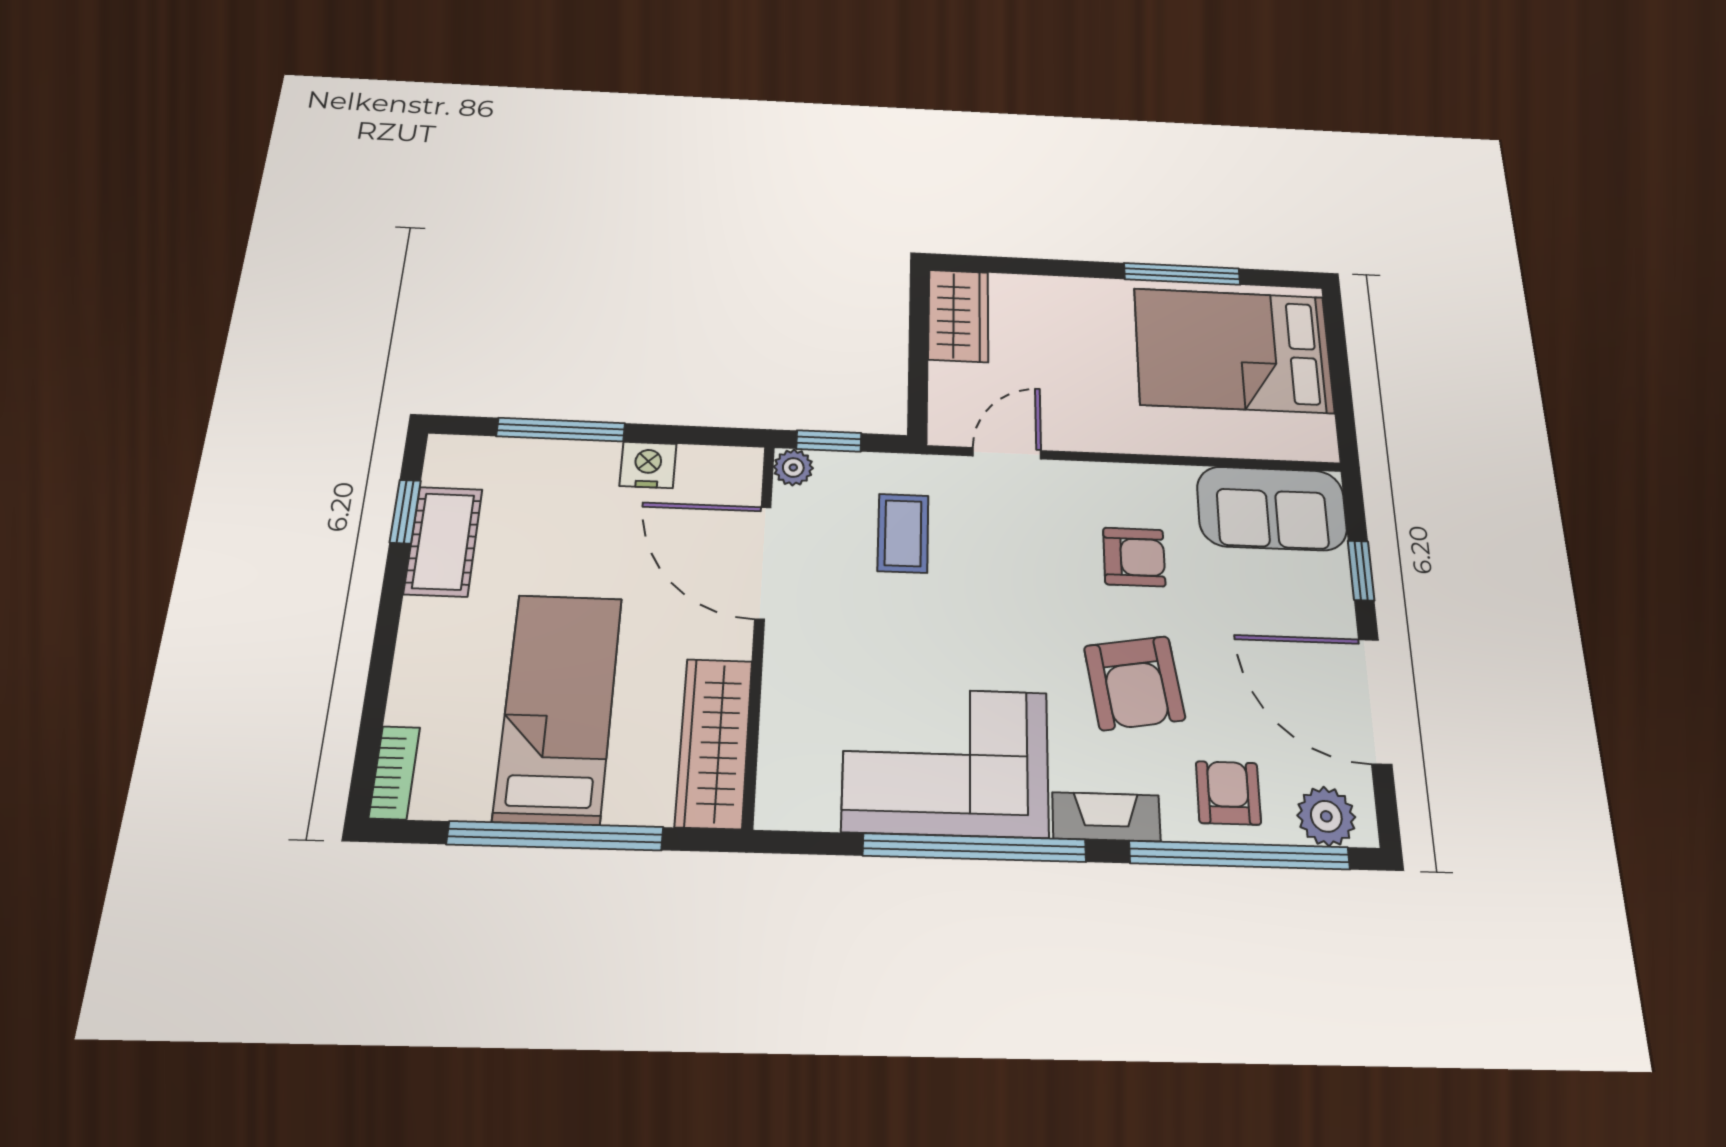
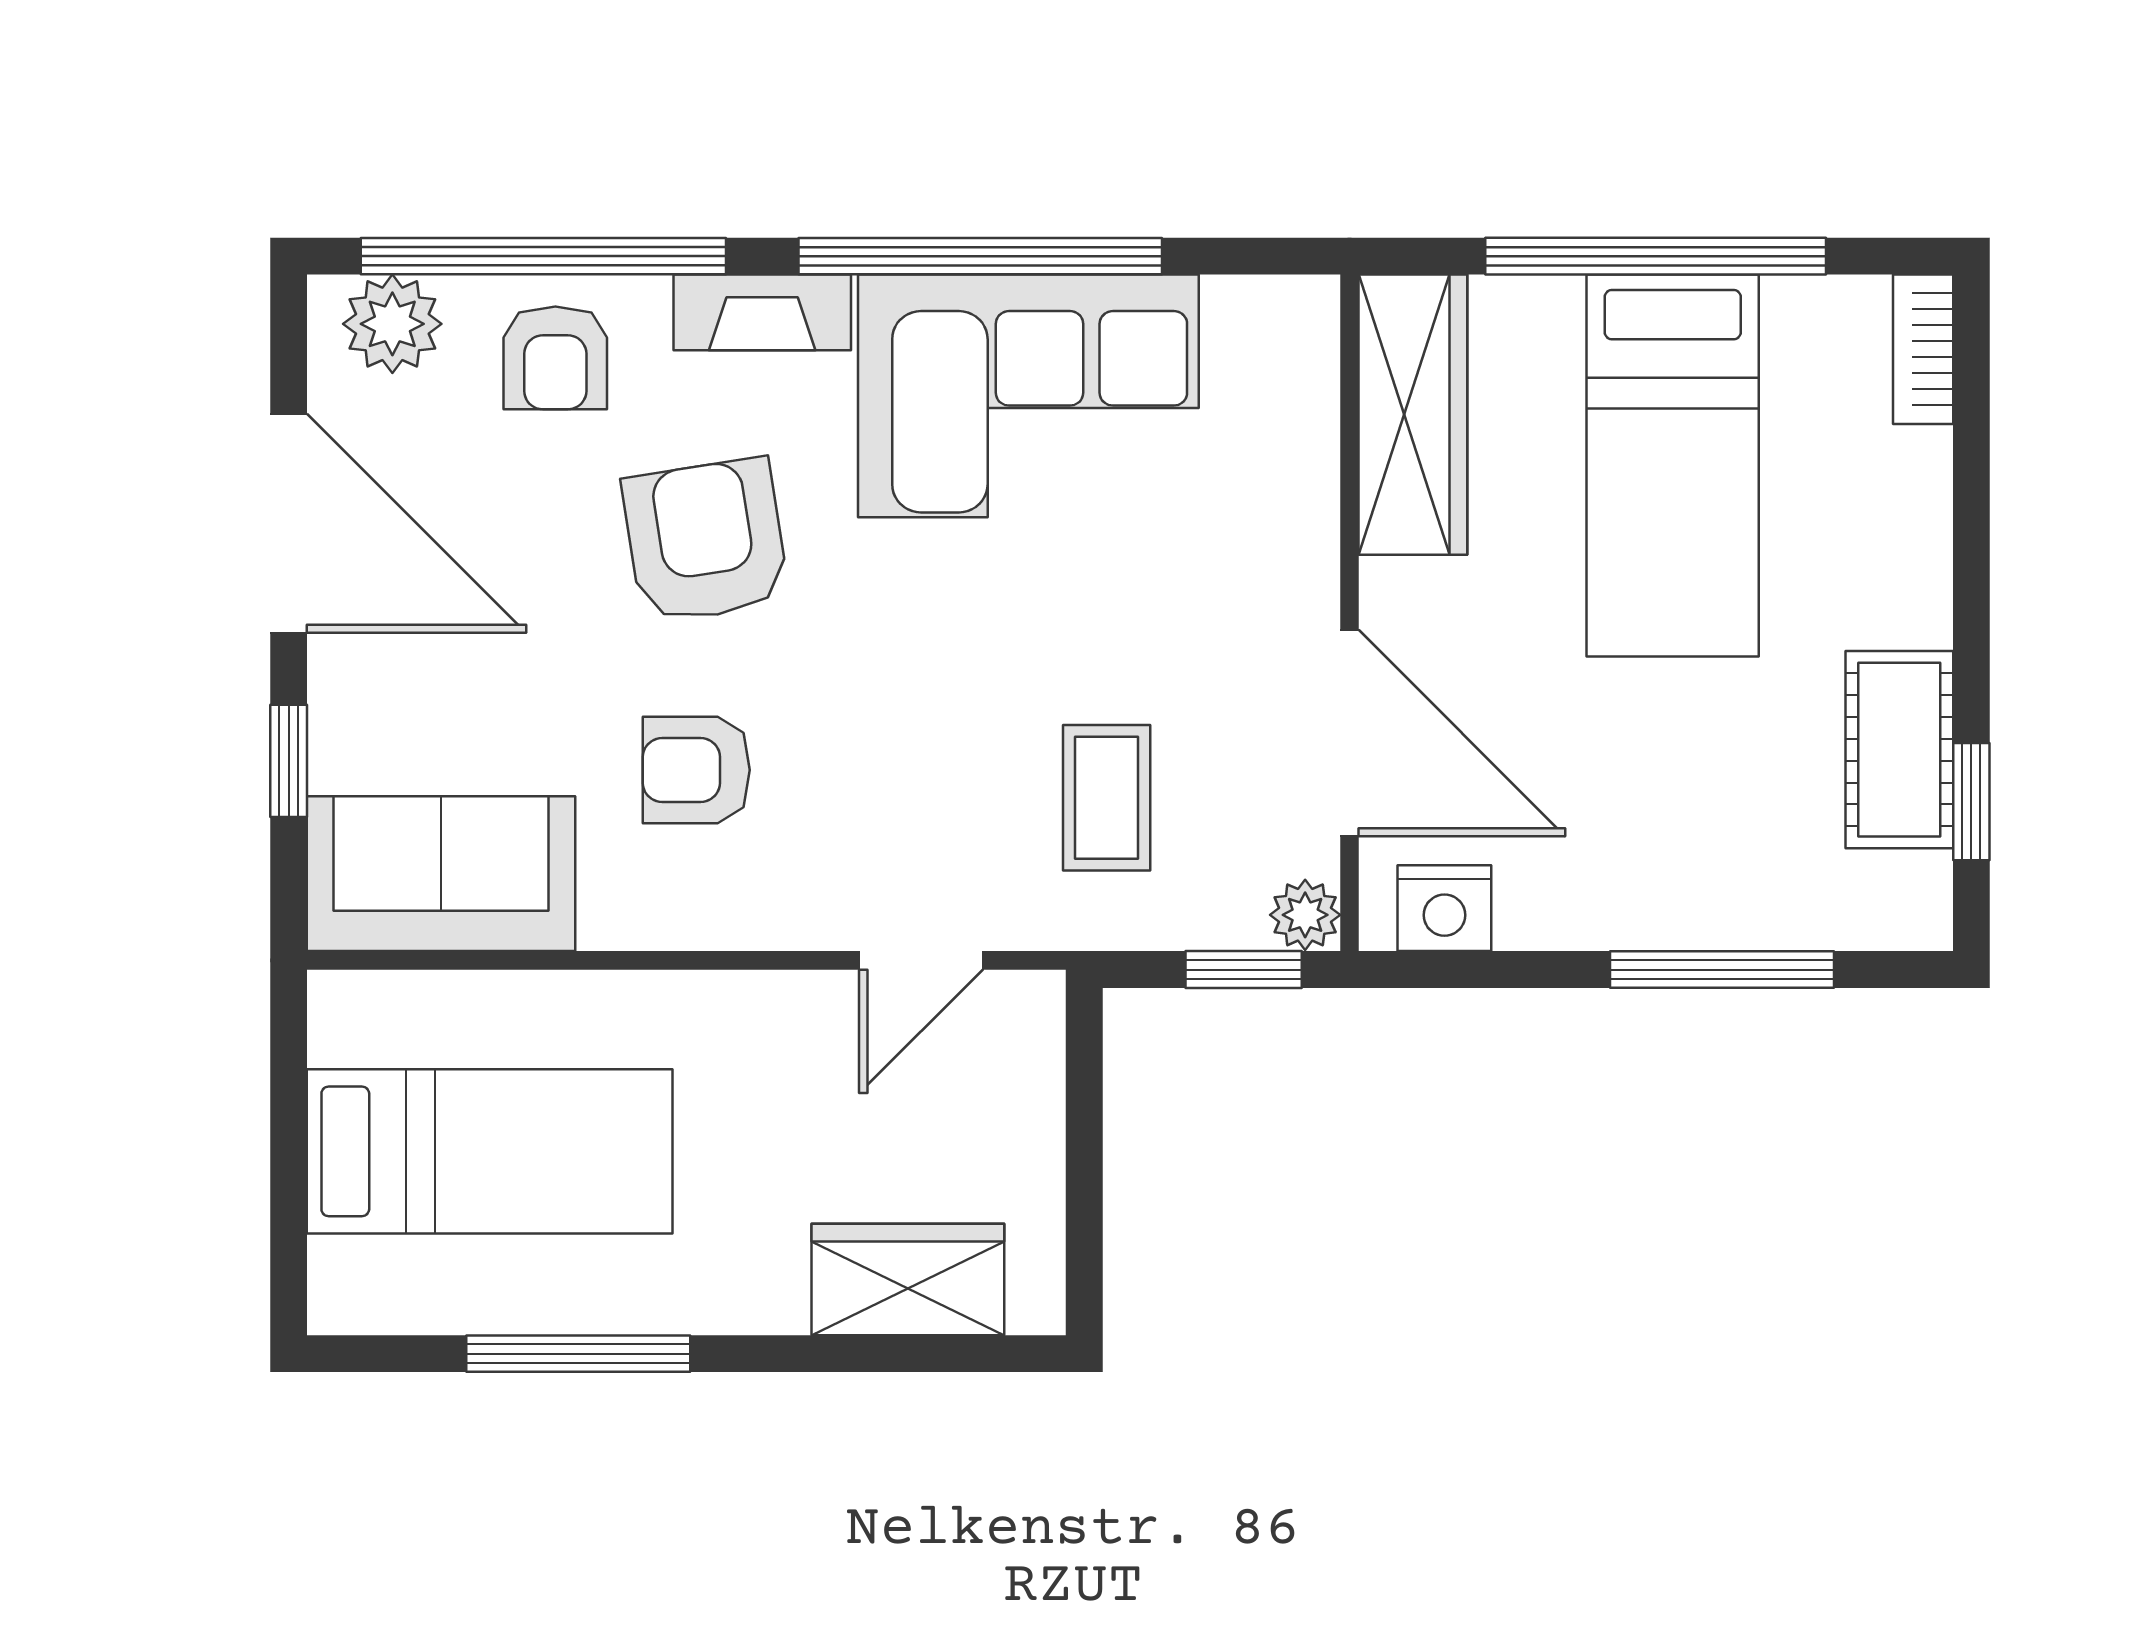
wardrobe: (958, 316) -> (908, 1279), moved, turned 90
bed: (1233, 350) -> (490, 1151), width x0.67
nightstand: (648, 465) -> (1444, 908), moved

